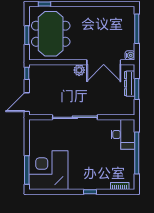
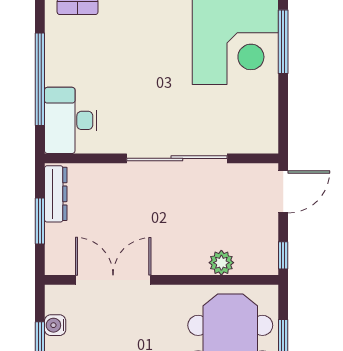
water cooler: (130, 55) -> (55, 325), moved
plant: (79, 70) -> (221, 263), moved
dresser: (130, 84) -> (56, 194), moved

